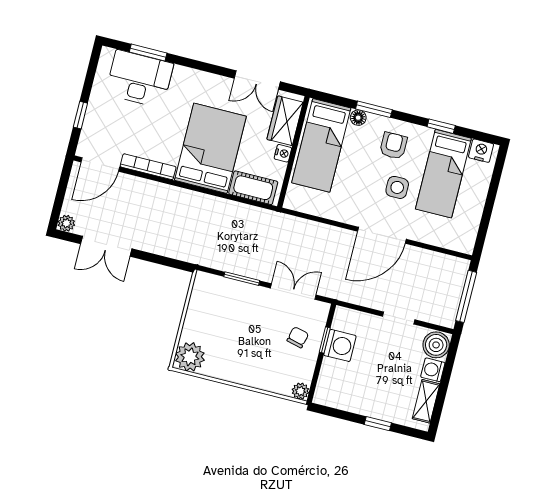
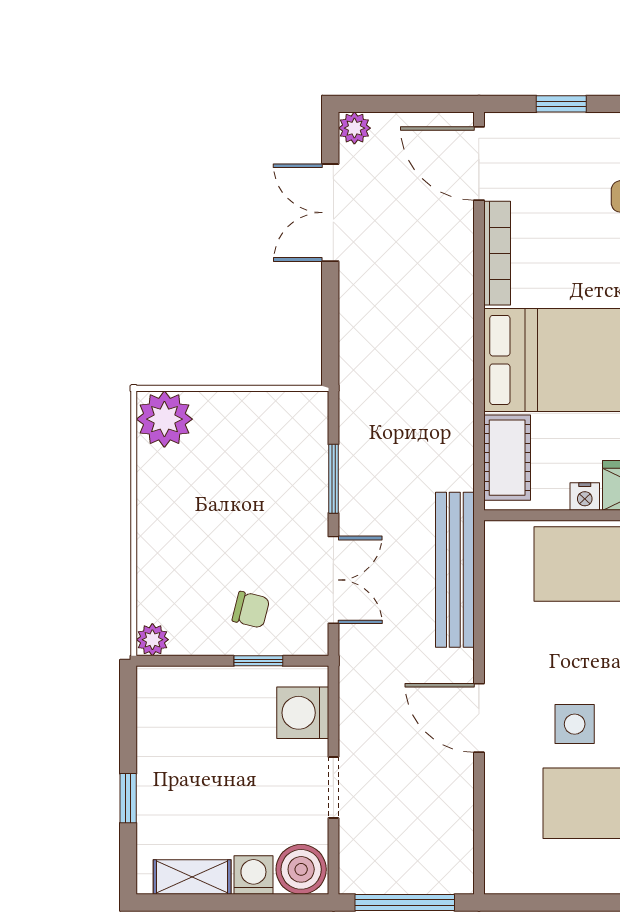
bench: (304, 229) -> (455, 570), added
door: (382, 235) -> (479, 718), width x0.73
washing machine: (340, 345) -> (303, 713), moved, turned 90

